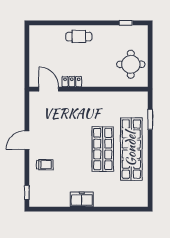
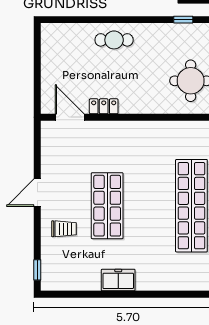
shop shelf: (103, 149) -> (107, 206), moved

